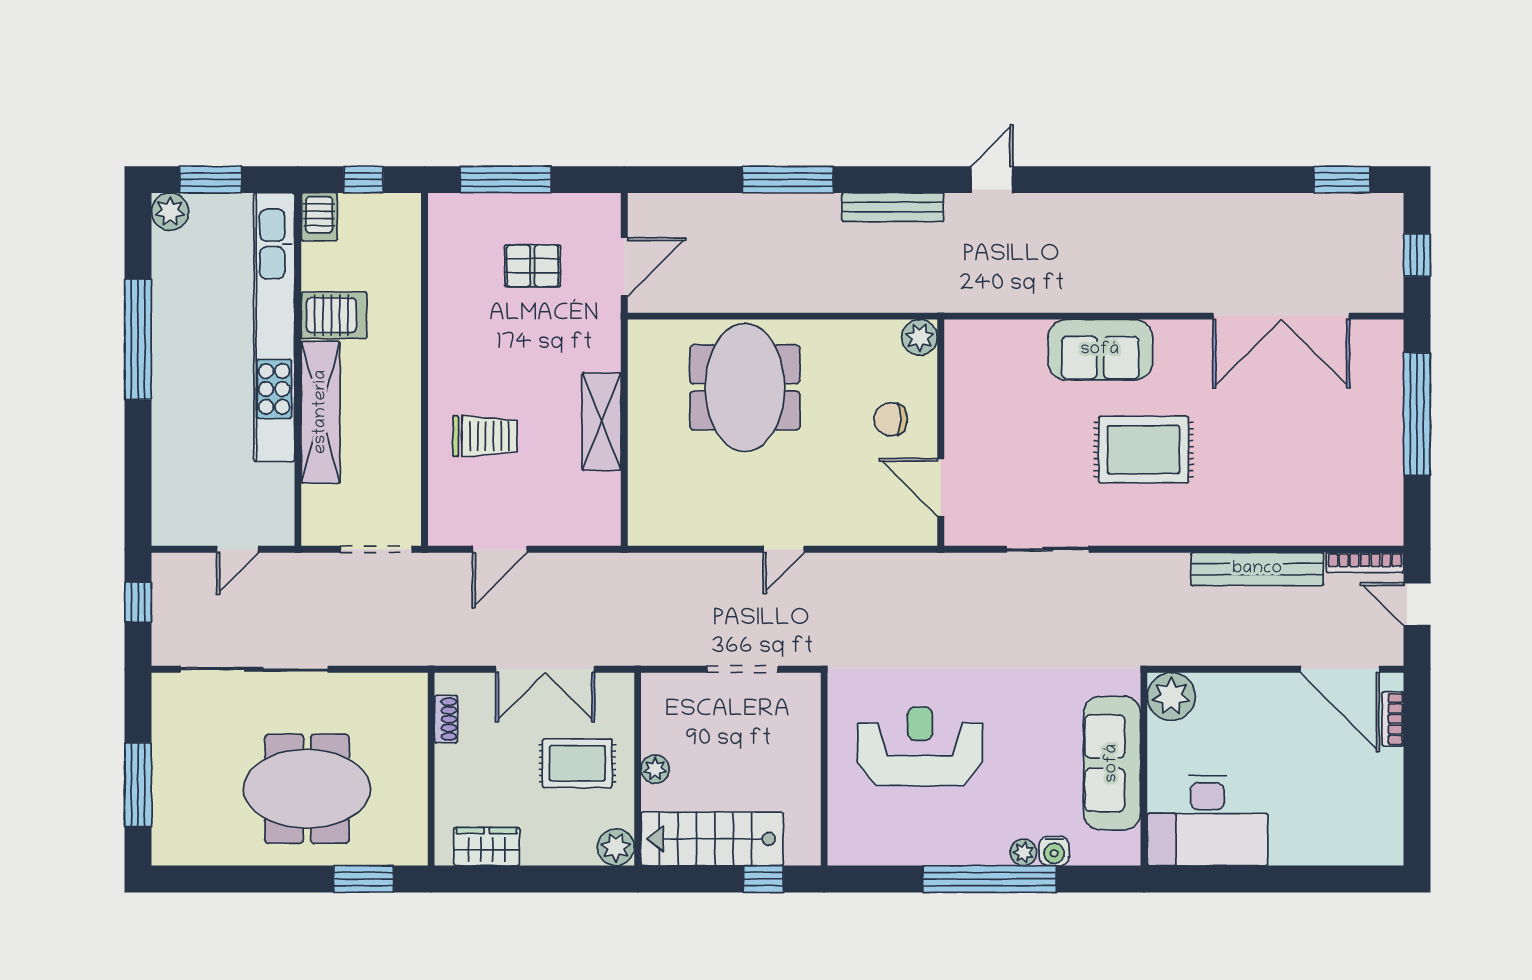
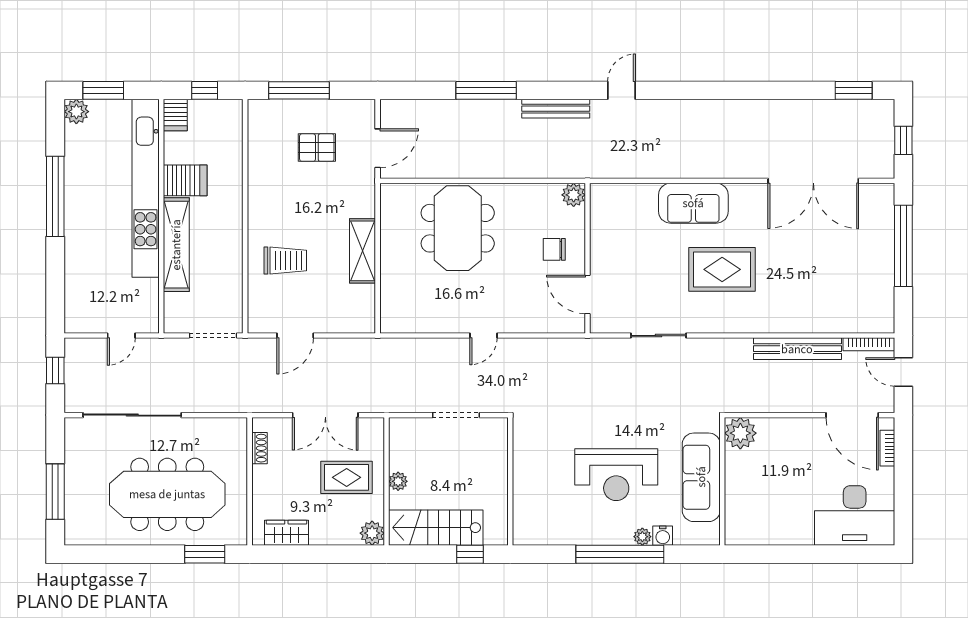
reception desk: (920, 747) -> (616, 475), moved, turned 180
meeting table: (307, 789) -> (167, 494), width x1.36
desk: (1207, 821) -> (855, 515), moved

